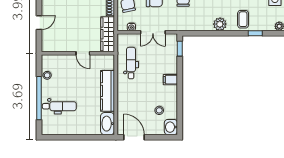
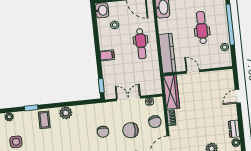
dental chair: (131, 63) -> (141, 44), moved
kitchen counter: (108, 91) -> (167, 53), moved
dental chair: (59, 106) -> (202, 28), moved, turned 90

